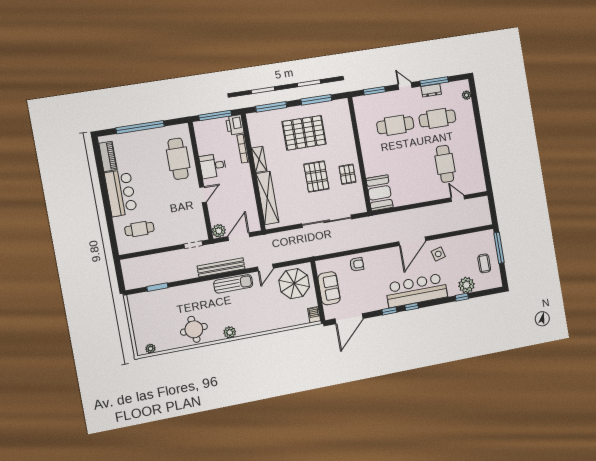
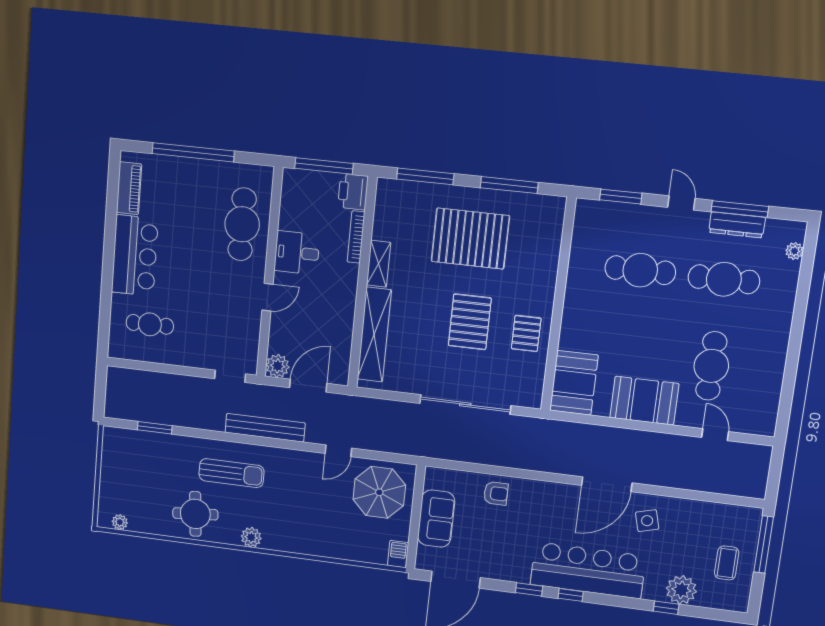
dresser: (431, 90) -> (737, 225), width x1.44
booth: (418, 192) -> (644, 401), added
sun lounger: (233, 284) -> (231, 473), moved

